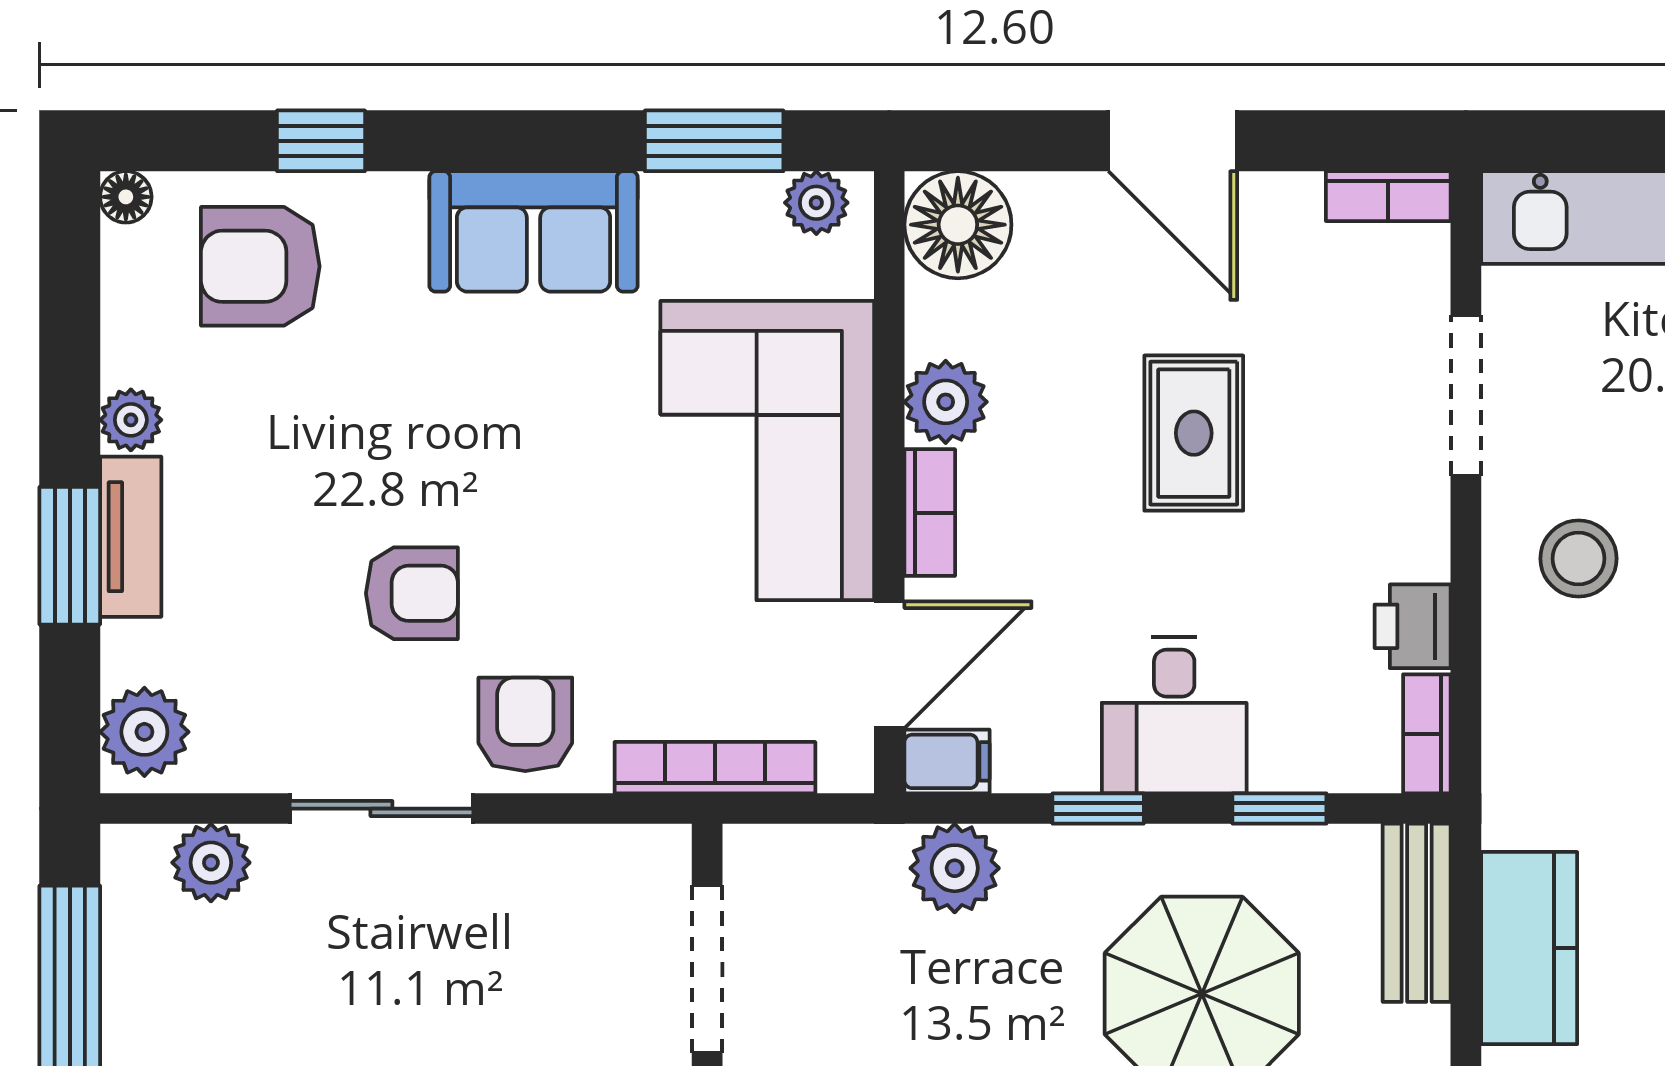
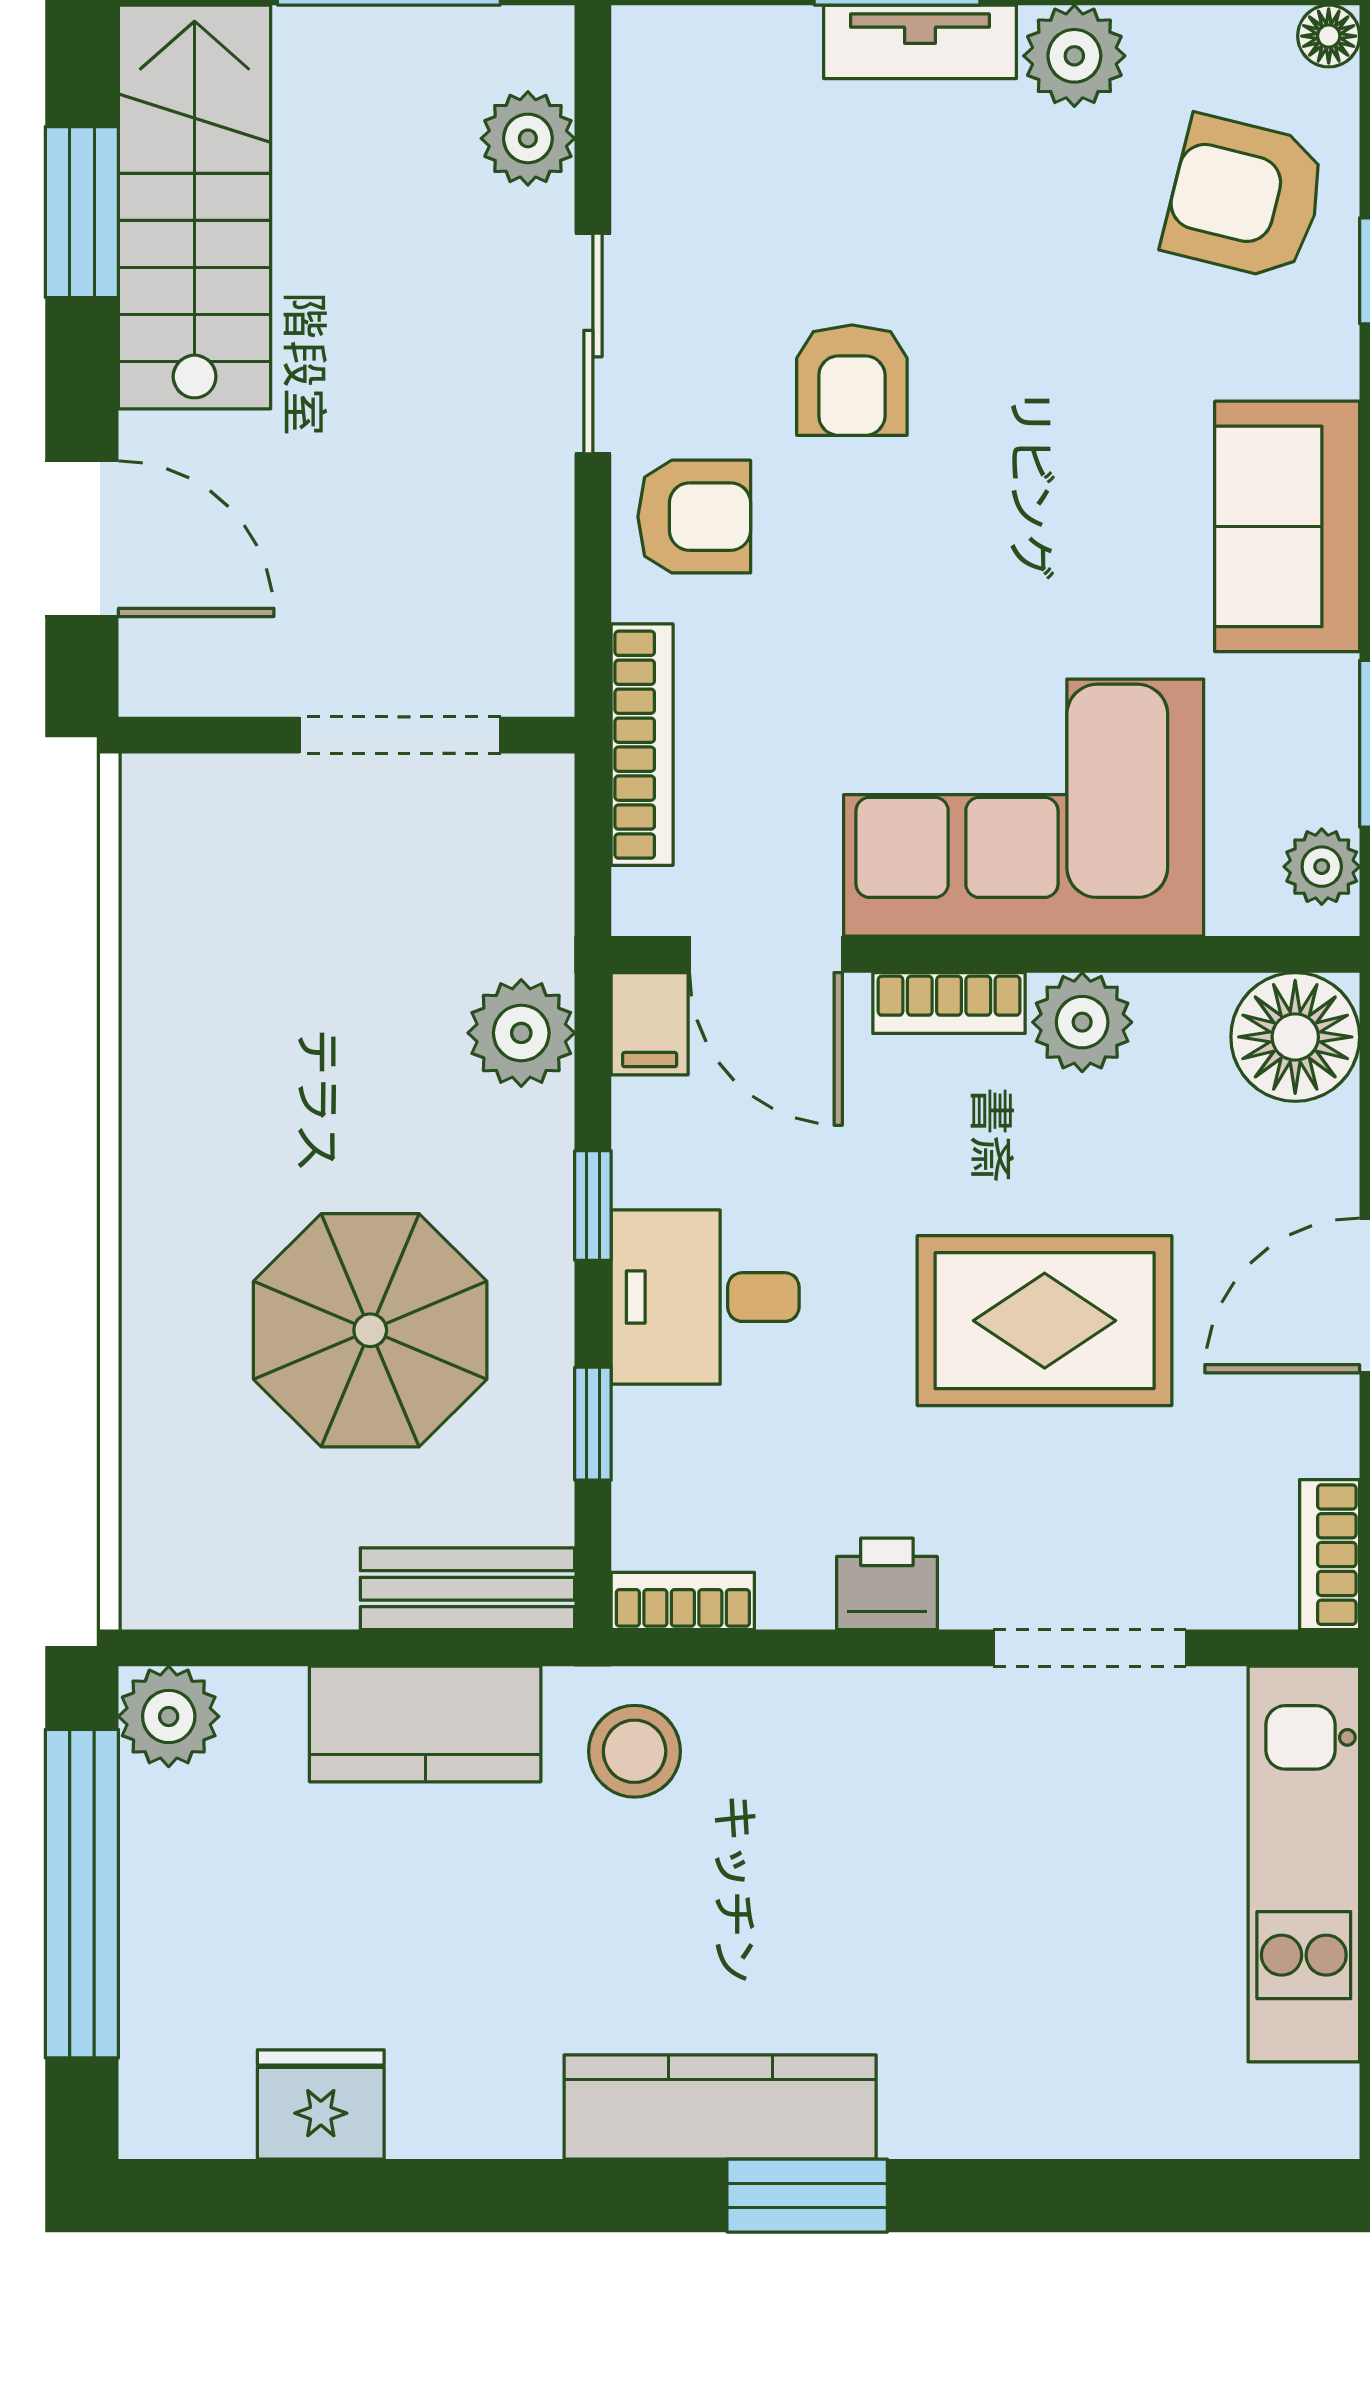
armchair: (260, 266) -> (1245, 198), turned -76
plant: (131, 420) -> (1074, 56), width x1.38, depth x1.38
rug: (1194, 433) -> (1045, 1321), width x1.36, depth x1.43
stool: (1578, 559) -> (635, 1751), moved
printer: (1413, 626) -> (887, 1584), moved
plant: (144, 732) -> (685, 58), removed

